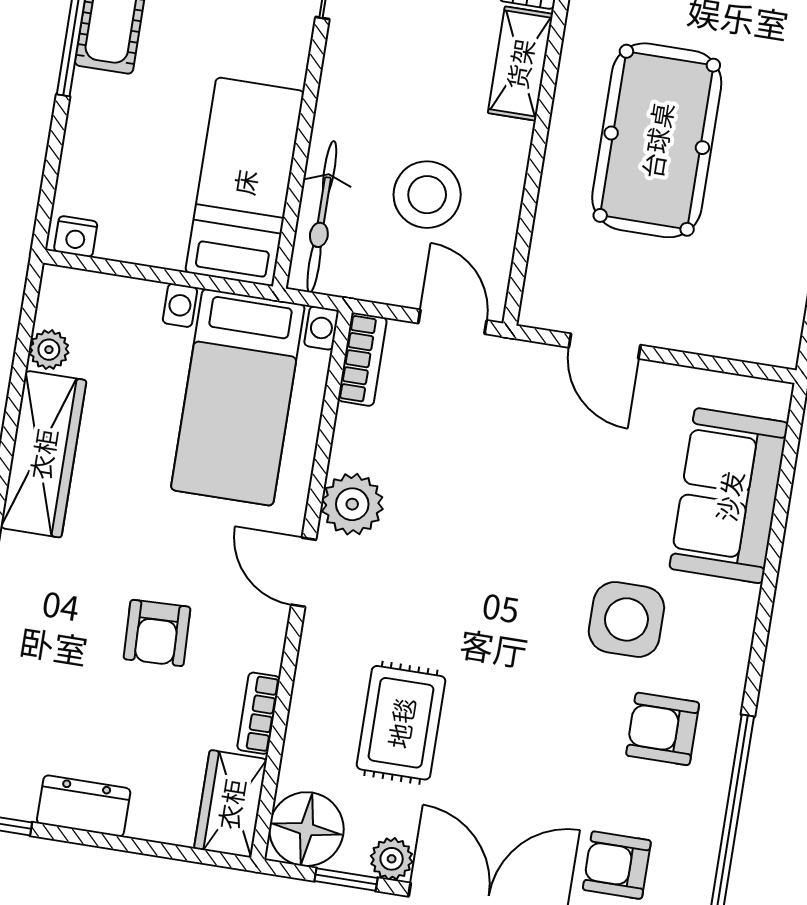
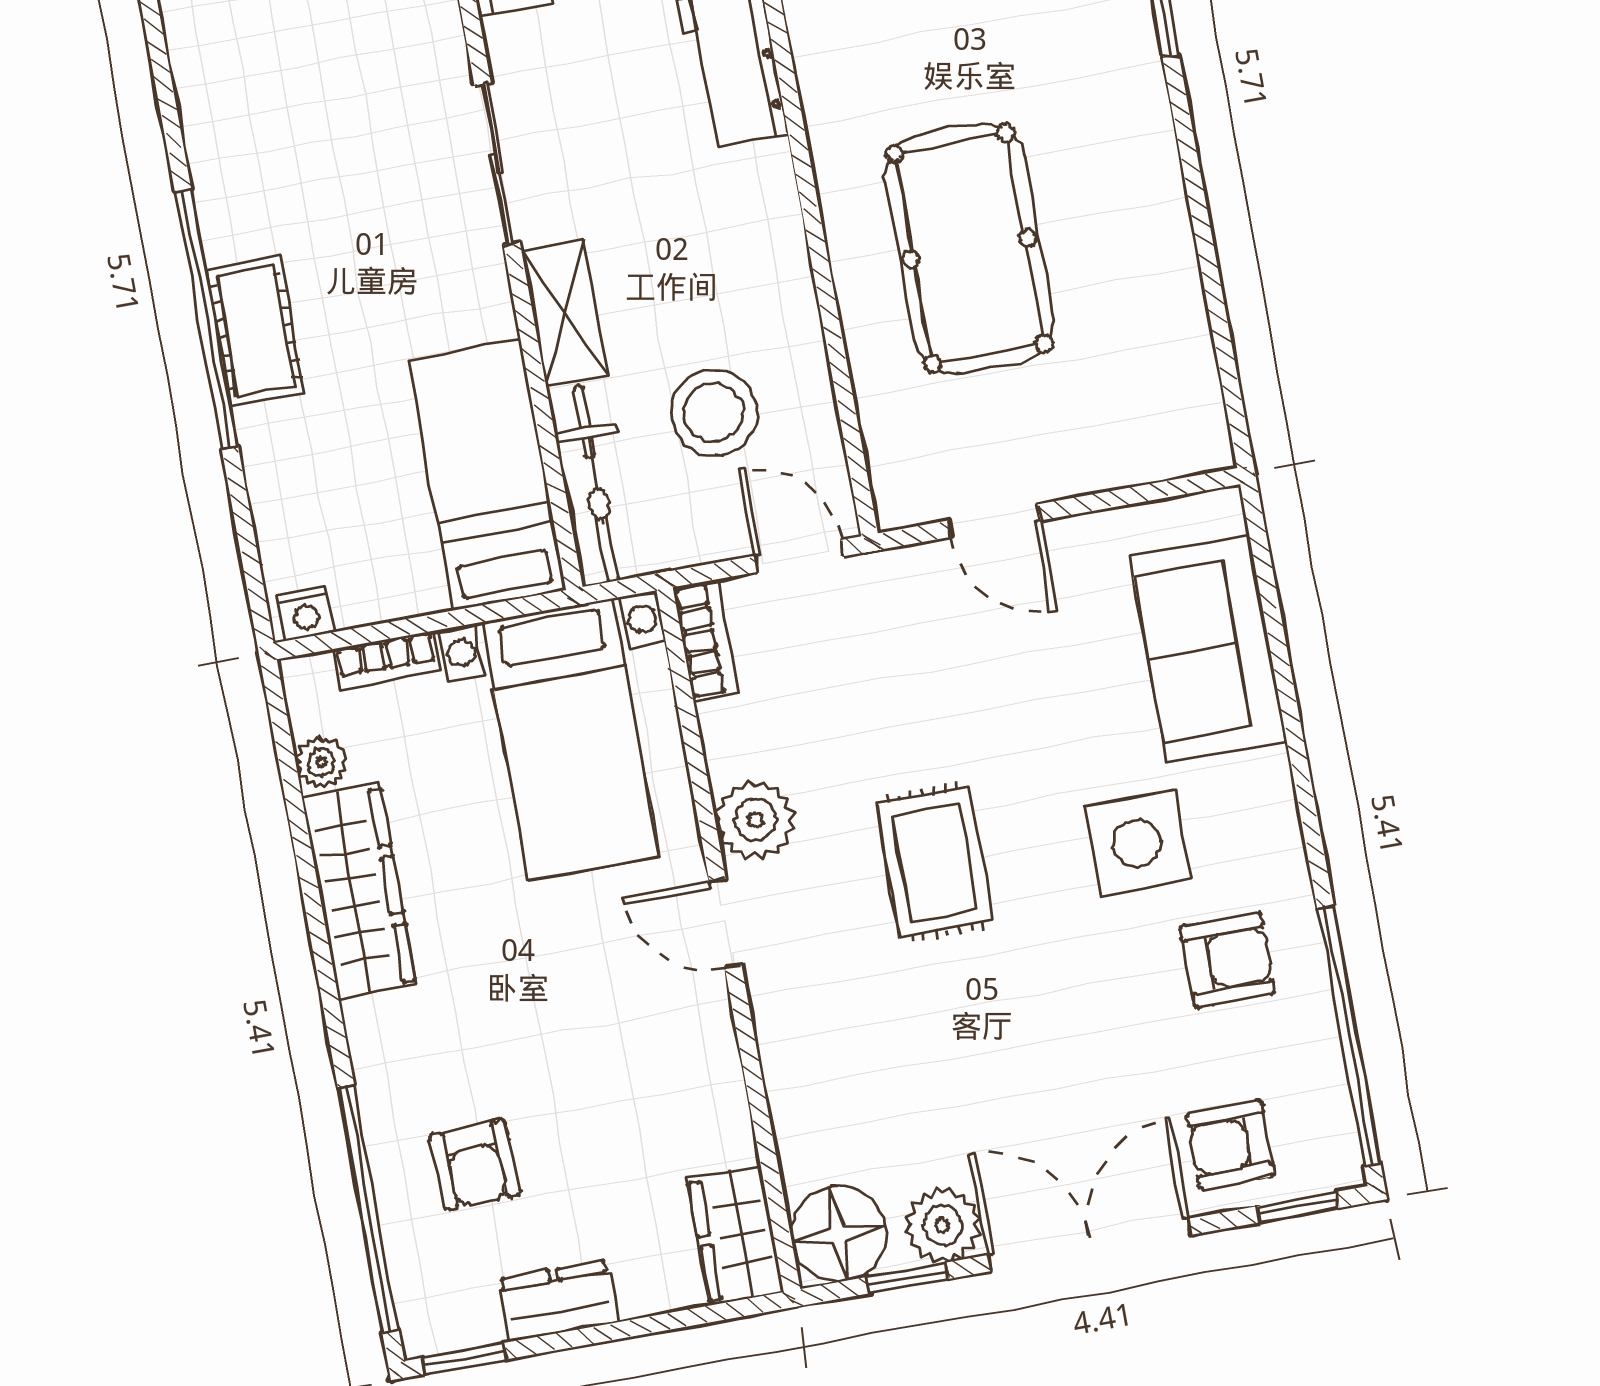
shelving: (520, 64) -> (564, 313), moved
armchair: (157, 633) -> (475, 1165), moved
bookcase: (259, 713) -> (386, 660), moved, turned -90
rug: (401, 723) -> (935, 863), moved
armchair: (663, 729) -> (1228, 960), turned 180
plant: (392, 859) -> (943, 1225), width x1.38, depth x1.38

